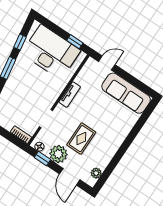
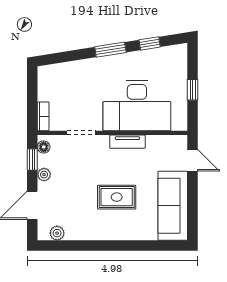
window: (75, 42) -> (193, 90), moved
desk: (51, 52) -> (137, 106), moved, turned 90
rug: (81, 139) -> (117, 197), moved
plant: (58, 154) -> (44, 175), width x0.53, depth x0.53

